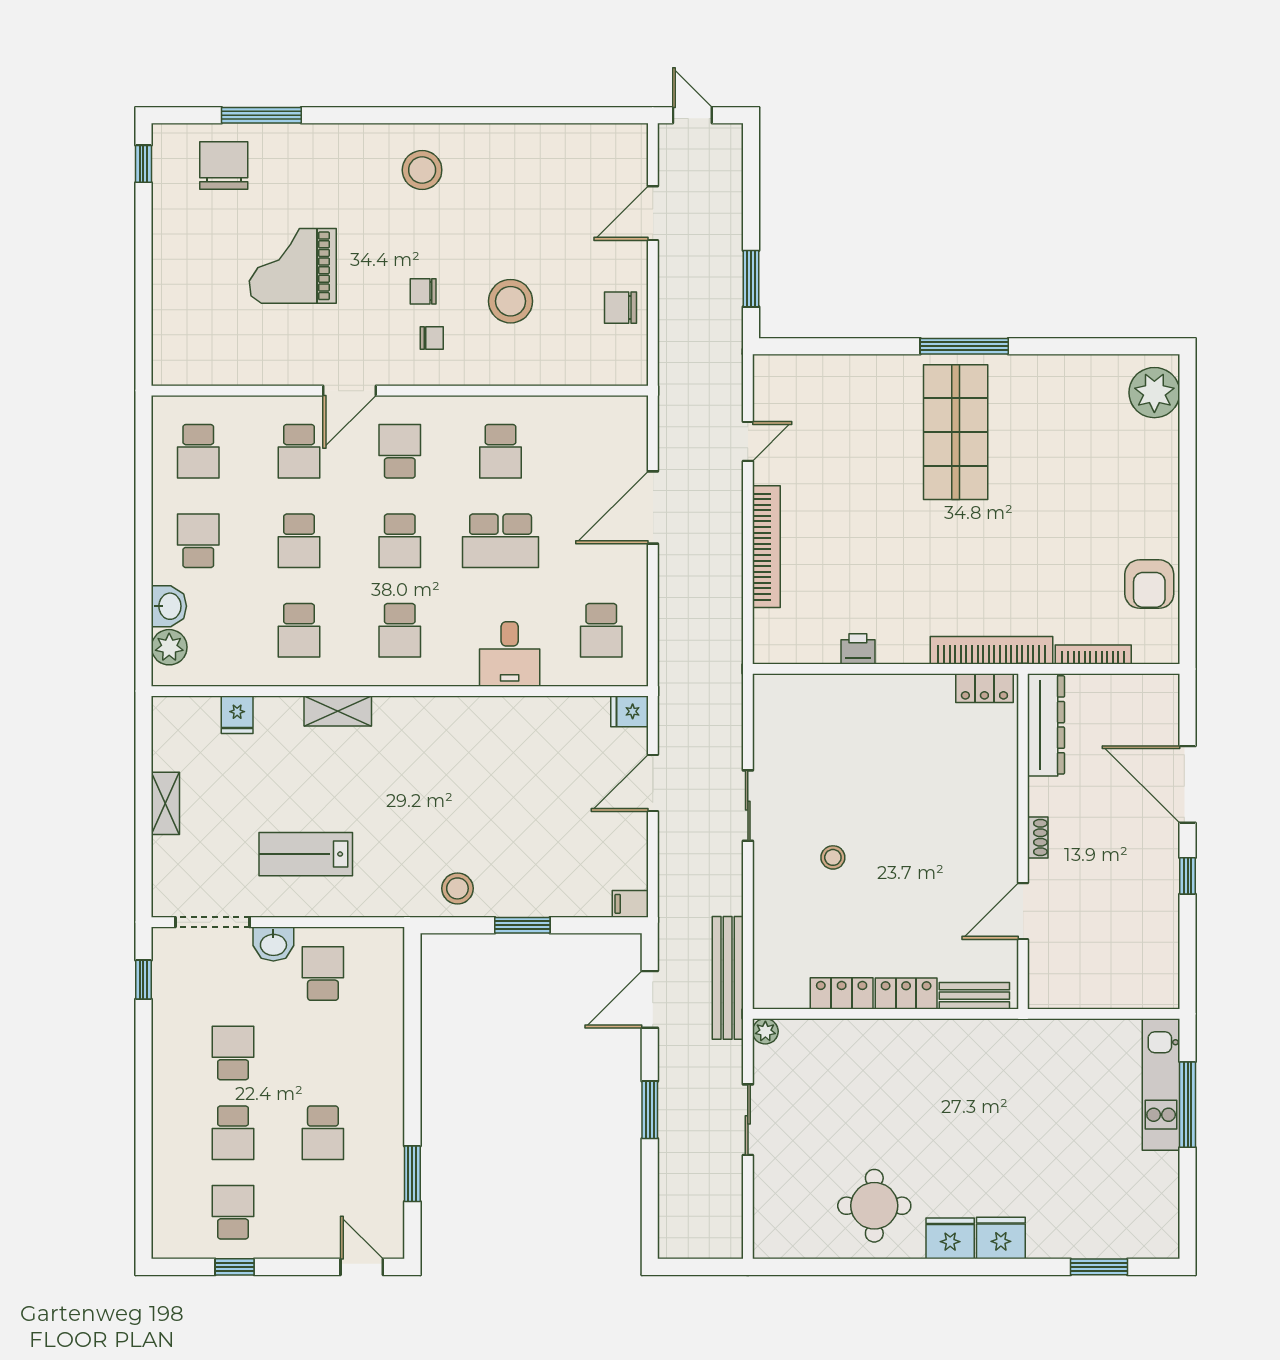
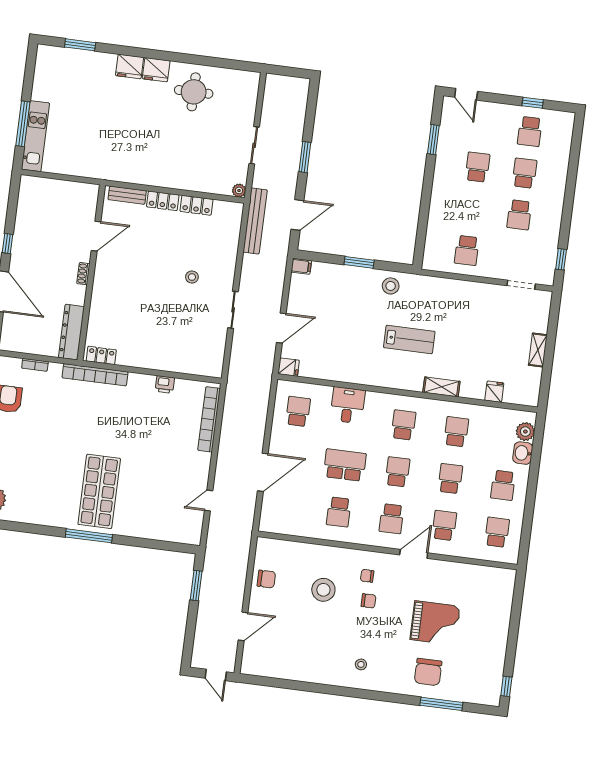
chair: (224, 166) -> (428, 672), moved
stool: (422, 170) -> (361, 664), width x0.53, depth x0.53
school desk: (501, 451) -> (339, 512), turned 180
bookcase: (766, 547) -> (209, 419), moved
bookcase: (1093, 654) -> (35, 365), width x0.64
lab bench: (306, 854) -> (409, 339), moved
doorway: (212, 922) -> (521, 285), width x0.73
washbasin: (273, 944) -> (491, 269), removed

